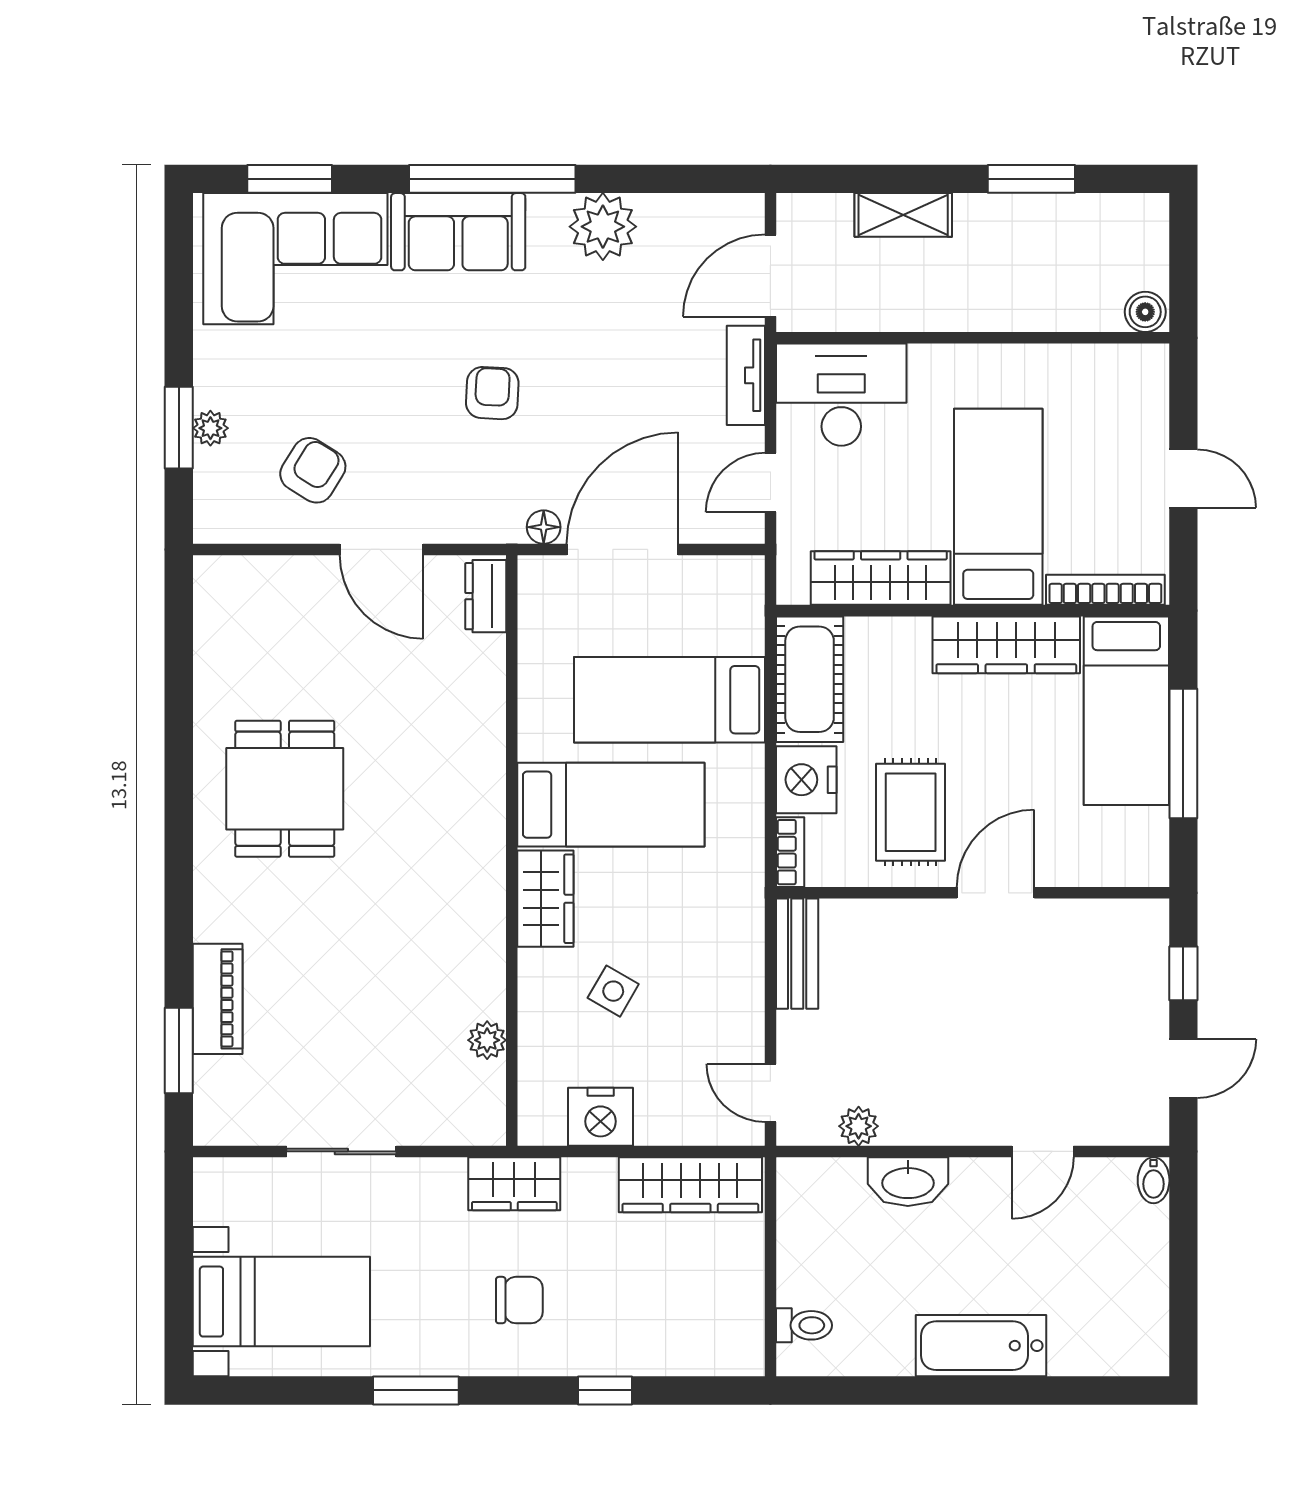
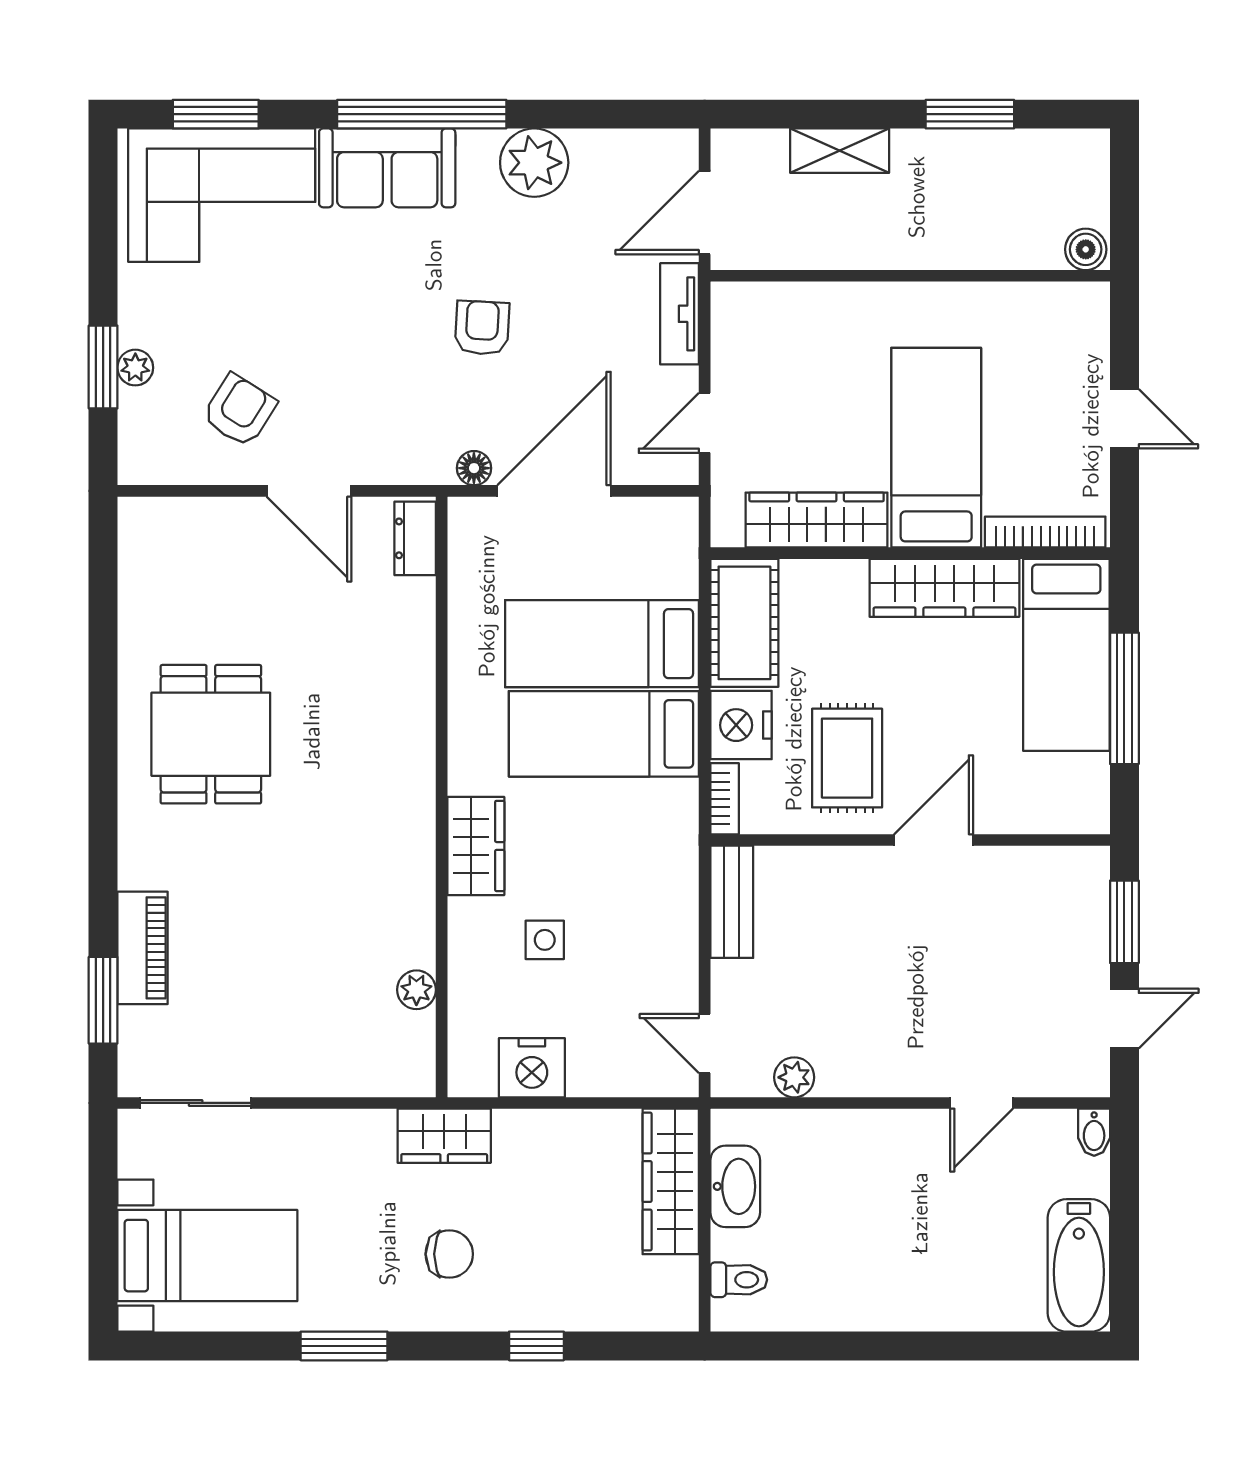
armchair: (492, 393) -> (482, 328), moved
desk: (841, 395) -> (777, 334), removed
bed: (611, 805) -> (604, 734), moved, turned 180
window: (1183, 973) -> (1124, 922), width x1.50
side table: (613, 991) -> (545, 940), turned -30
sliding door: (341, 1151) -> (196, 1103), moved
washbasin: (908, 1182) -> (735, 1186), moved, turned -90
wardrobe: (690, 1185) -> (671, 1181), moved, turned 90
bathtub: (981, 1346) -> (1079, 1265), moved, turned -90

